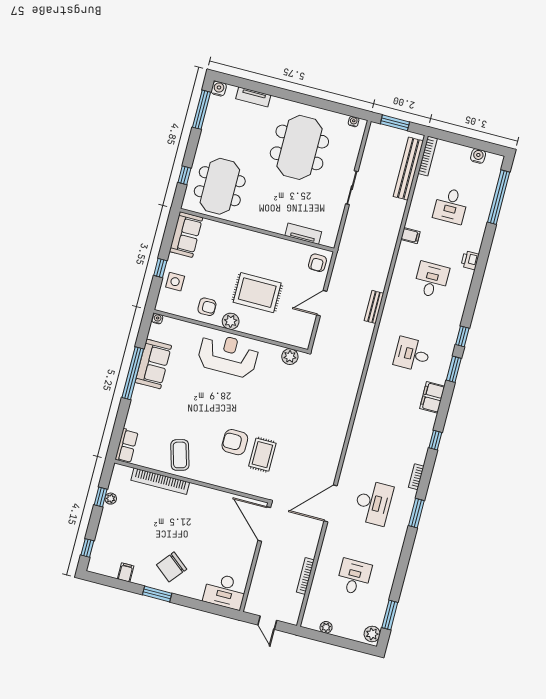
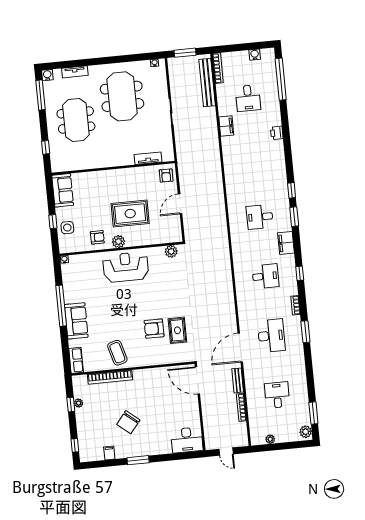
meeting table: (220, 186) -> (76, 120), moved
filing cabinet: (410, 236) -> (226, 126), width x2.00
desk: (431, 280) -> (265, 276), moved, turned 90
bench: (374, 307) -> (238, 380), moved
sofa: (153, 364) -> (76, 321), moved
chair: (172, 567) -> (128, 422), moved

